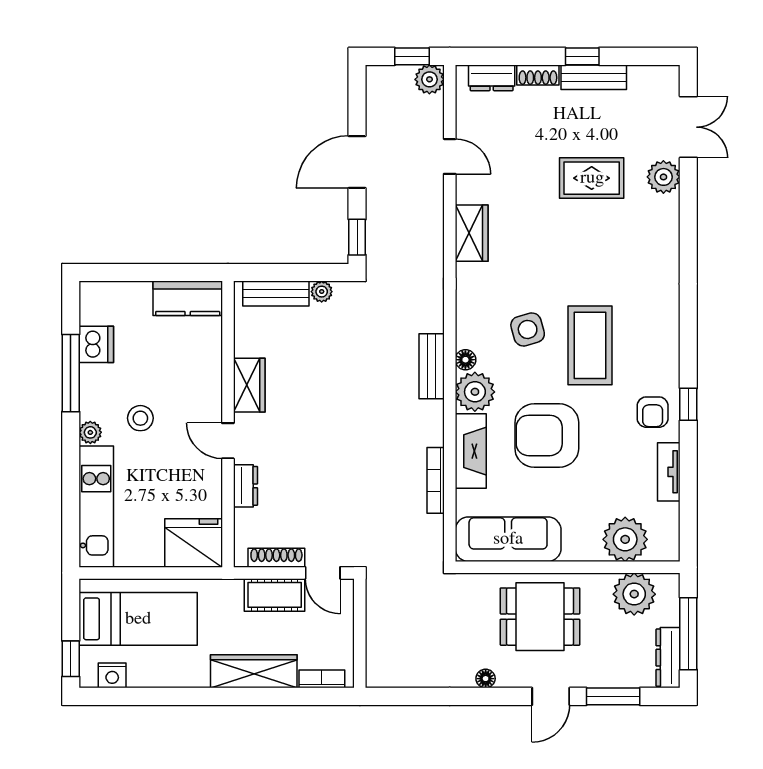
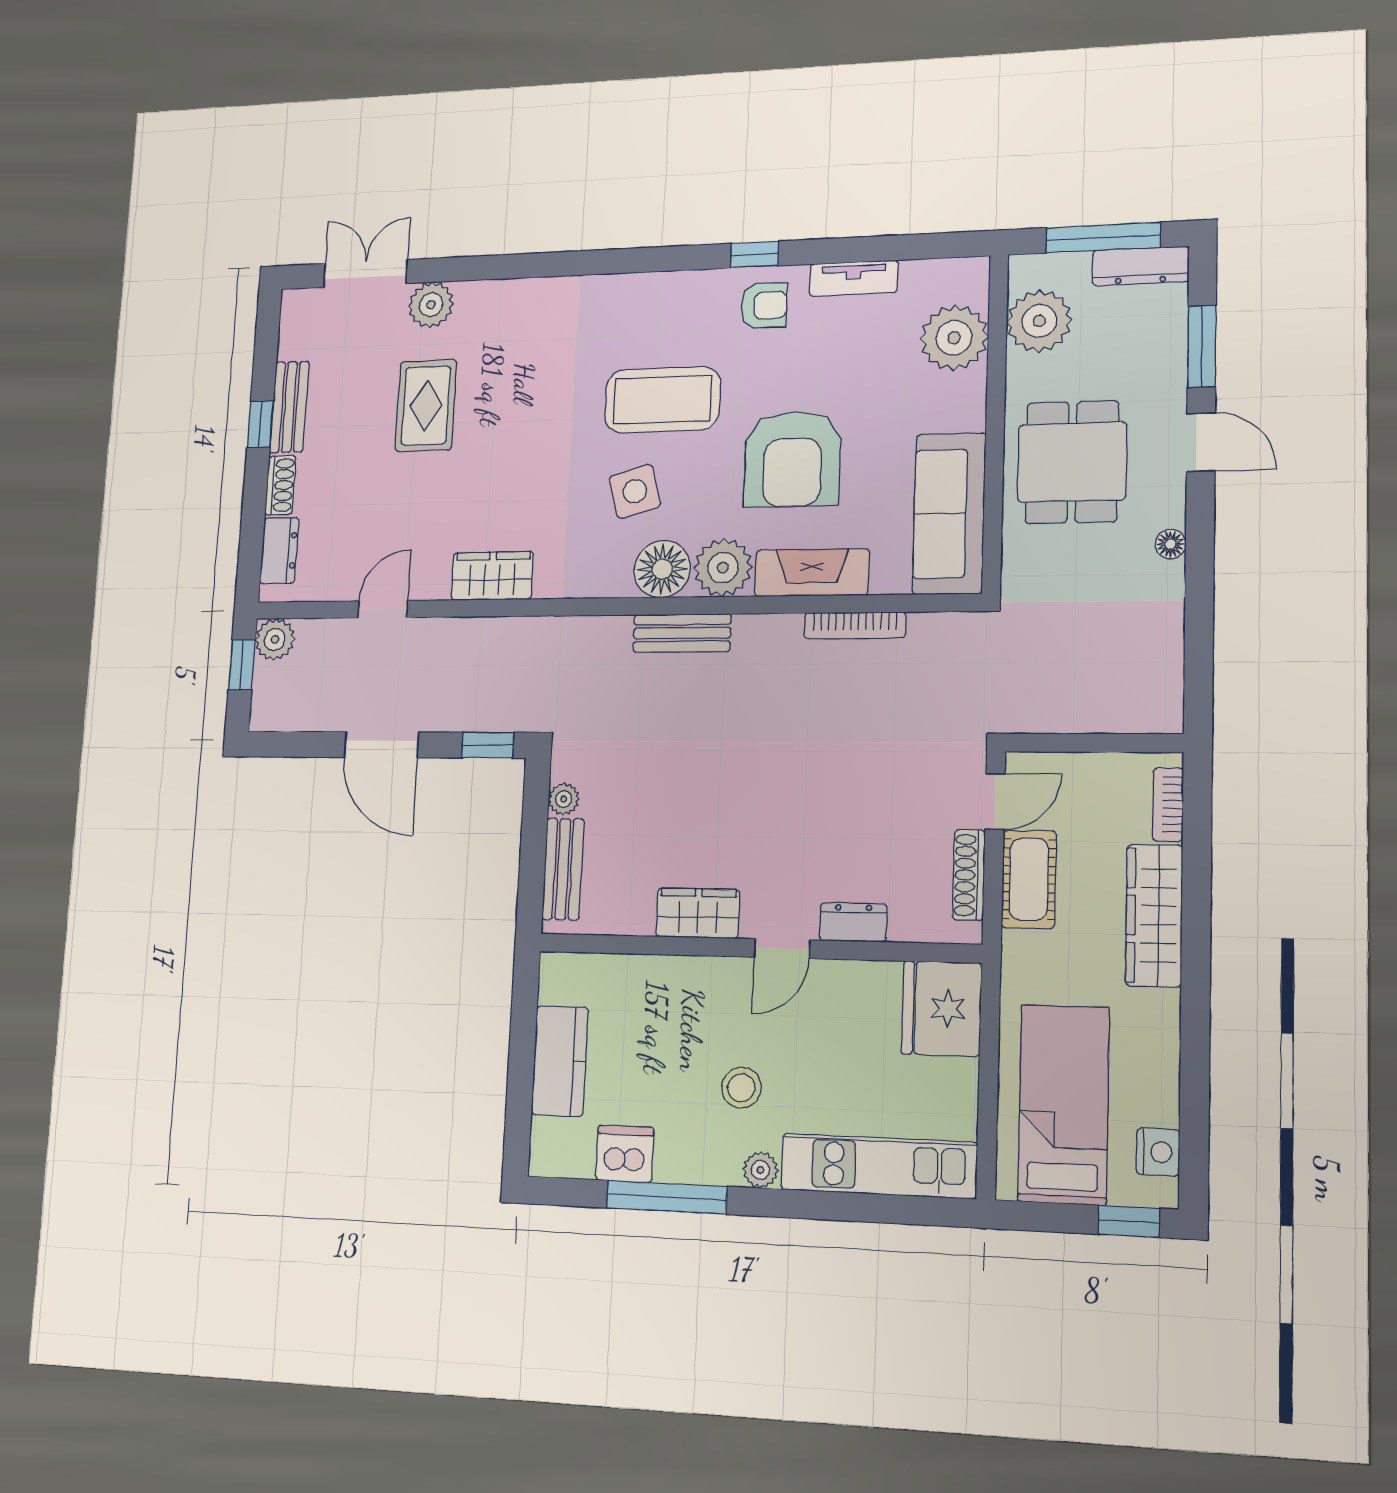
kitchen counter: (188, 298) -> (560, 1061), moved
floor lamp: (465, 360) -> (662, 569), width x1.89, depth x1.89

